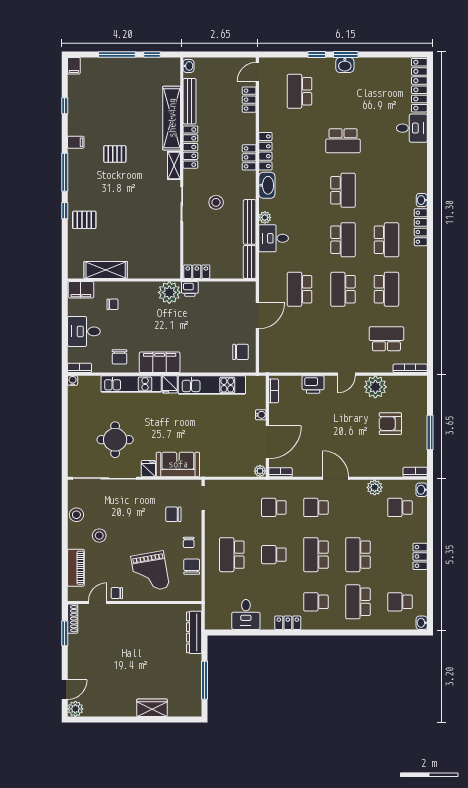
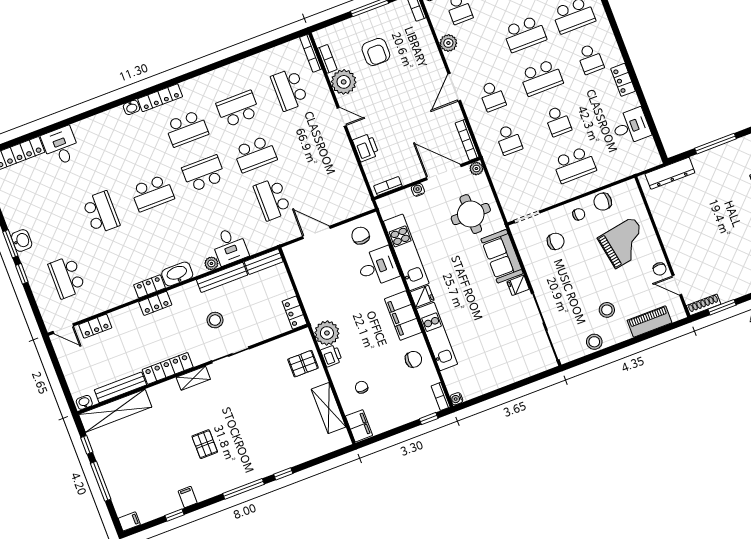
school desk: (300, 91) -> (67, 277), turned 90
shelving: (172, 118) -> (115, 411), moved
filing cabinet: (76, 142) -> (188, 497), moved
locker: (265, 151) -> (150, 286), width x0.66
school desk: (343, 190) -> (152, 193), turned 180
pallet: (84, 220) -> (303, 364), moved, turned 90
school desk: (386, 240) -> (187, 128), turned 180
printer: (190, 289) -> (331, 356), moved
school desk: (300, 289) -> (272, 199), turned 90
desk: (84, 331) -> (378, 267), moved, turned -90
window: (65, 351) -> (429, 419), added
bookcase: (400, 380) -> (327, 59), added
round table: (115, 440) -> (471, 214), moved
bookcase: (280, 472) -> (467, 140), width x1.56
chair: (173, 514) -> (556, 241), turned -90

